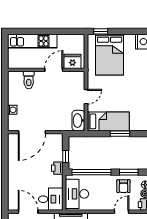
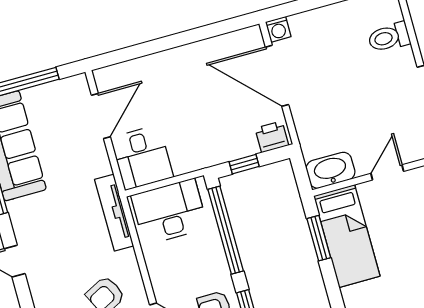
door: (86, 97) -> (387, 172), swing flipped
washing machine: (12, 110) -> (278, 29), moved
window: (120, 134) -> (319, 238), moved
printer: (57, 168) -> (272, 137), moved

